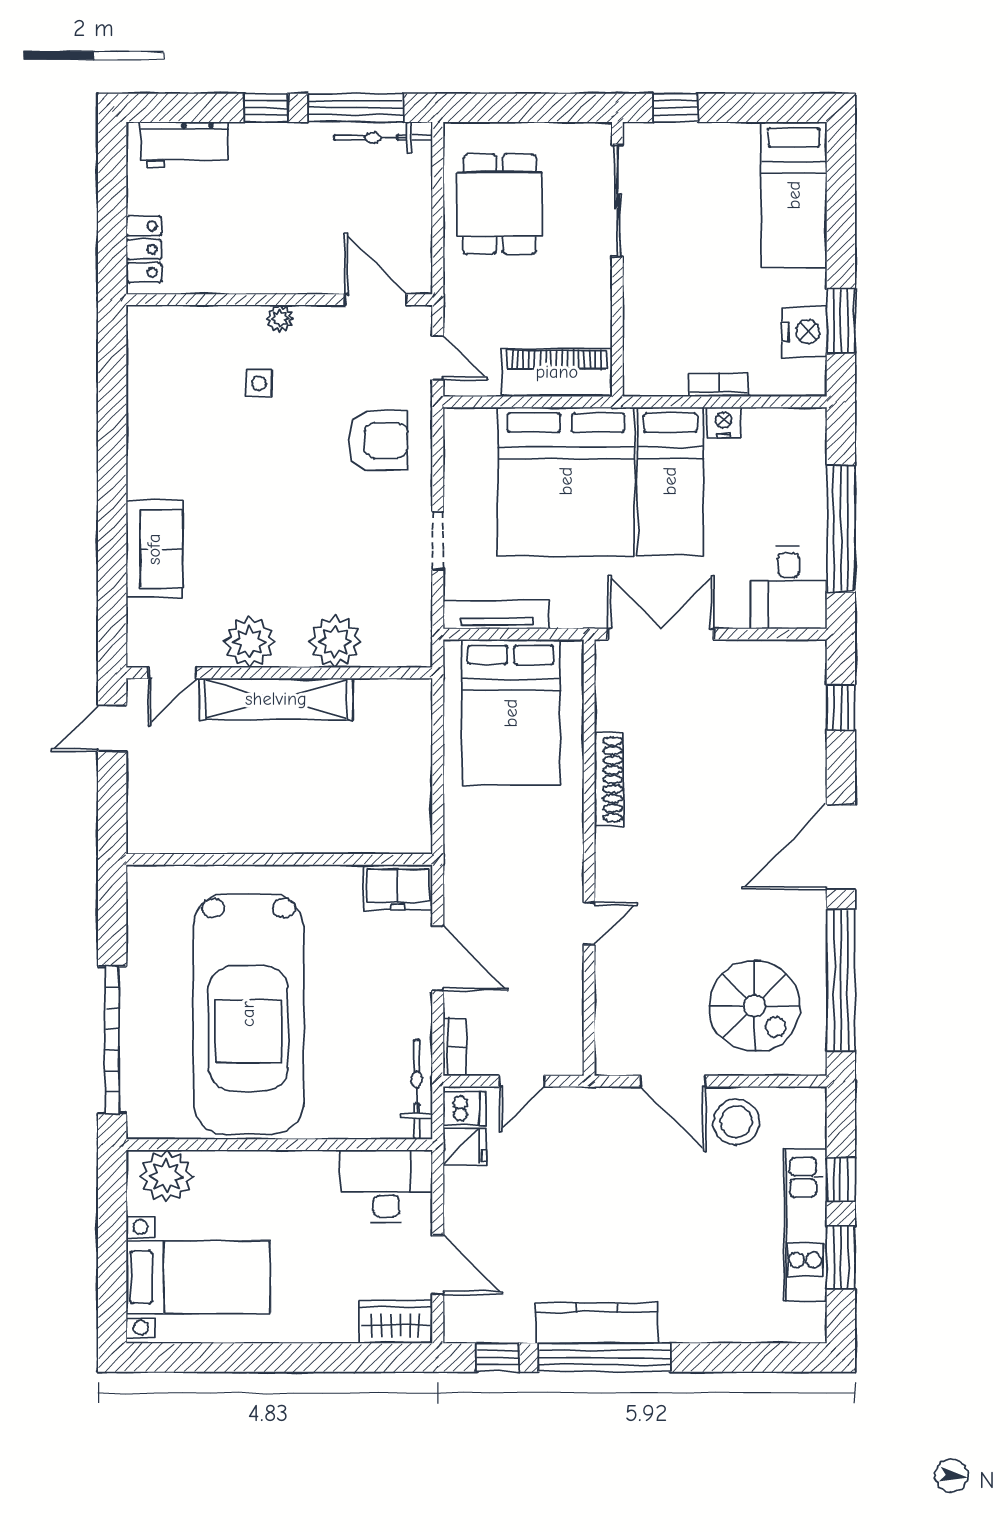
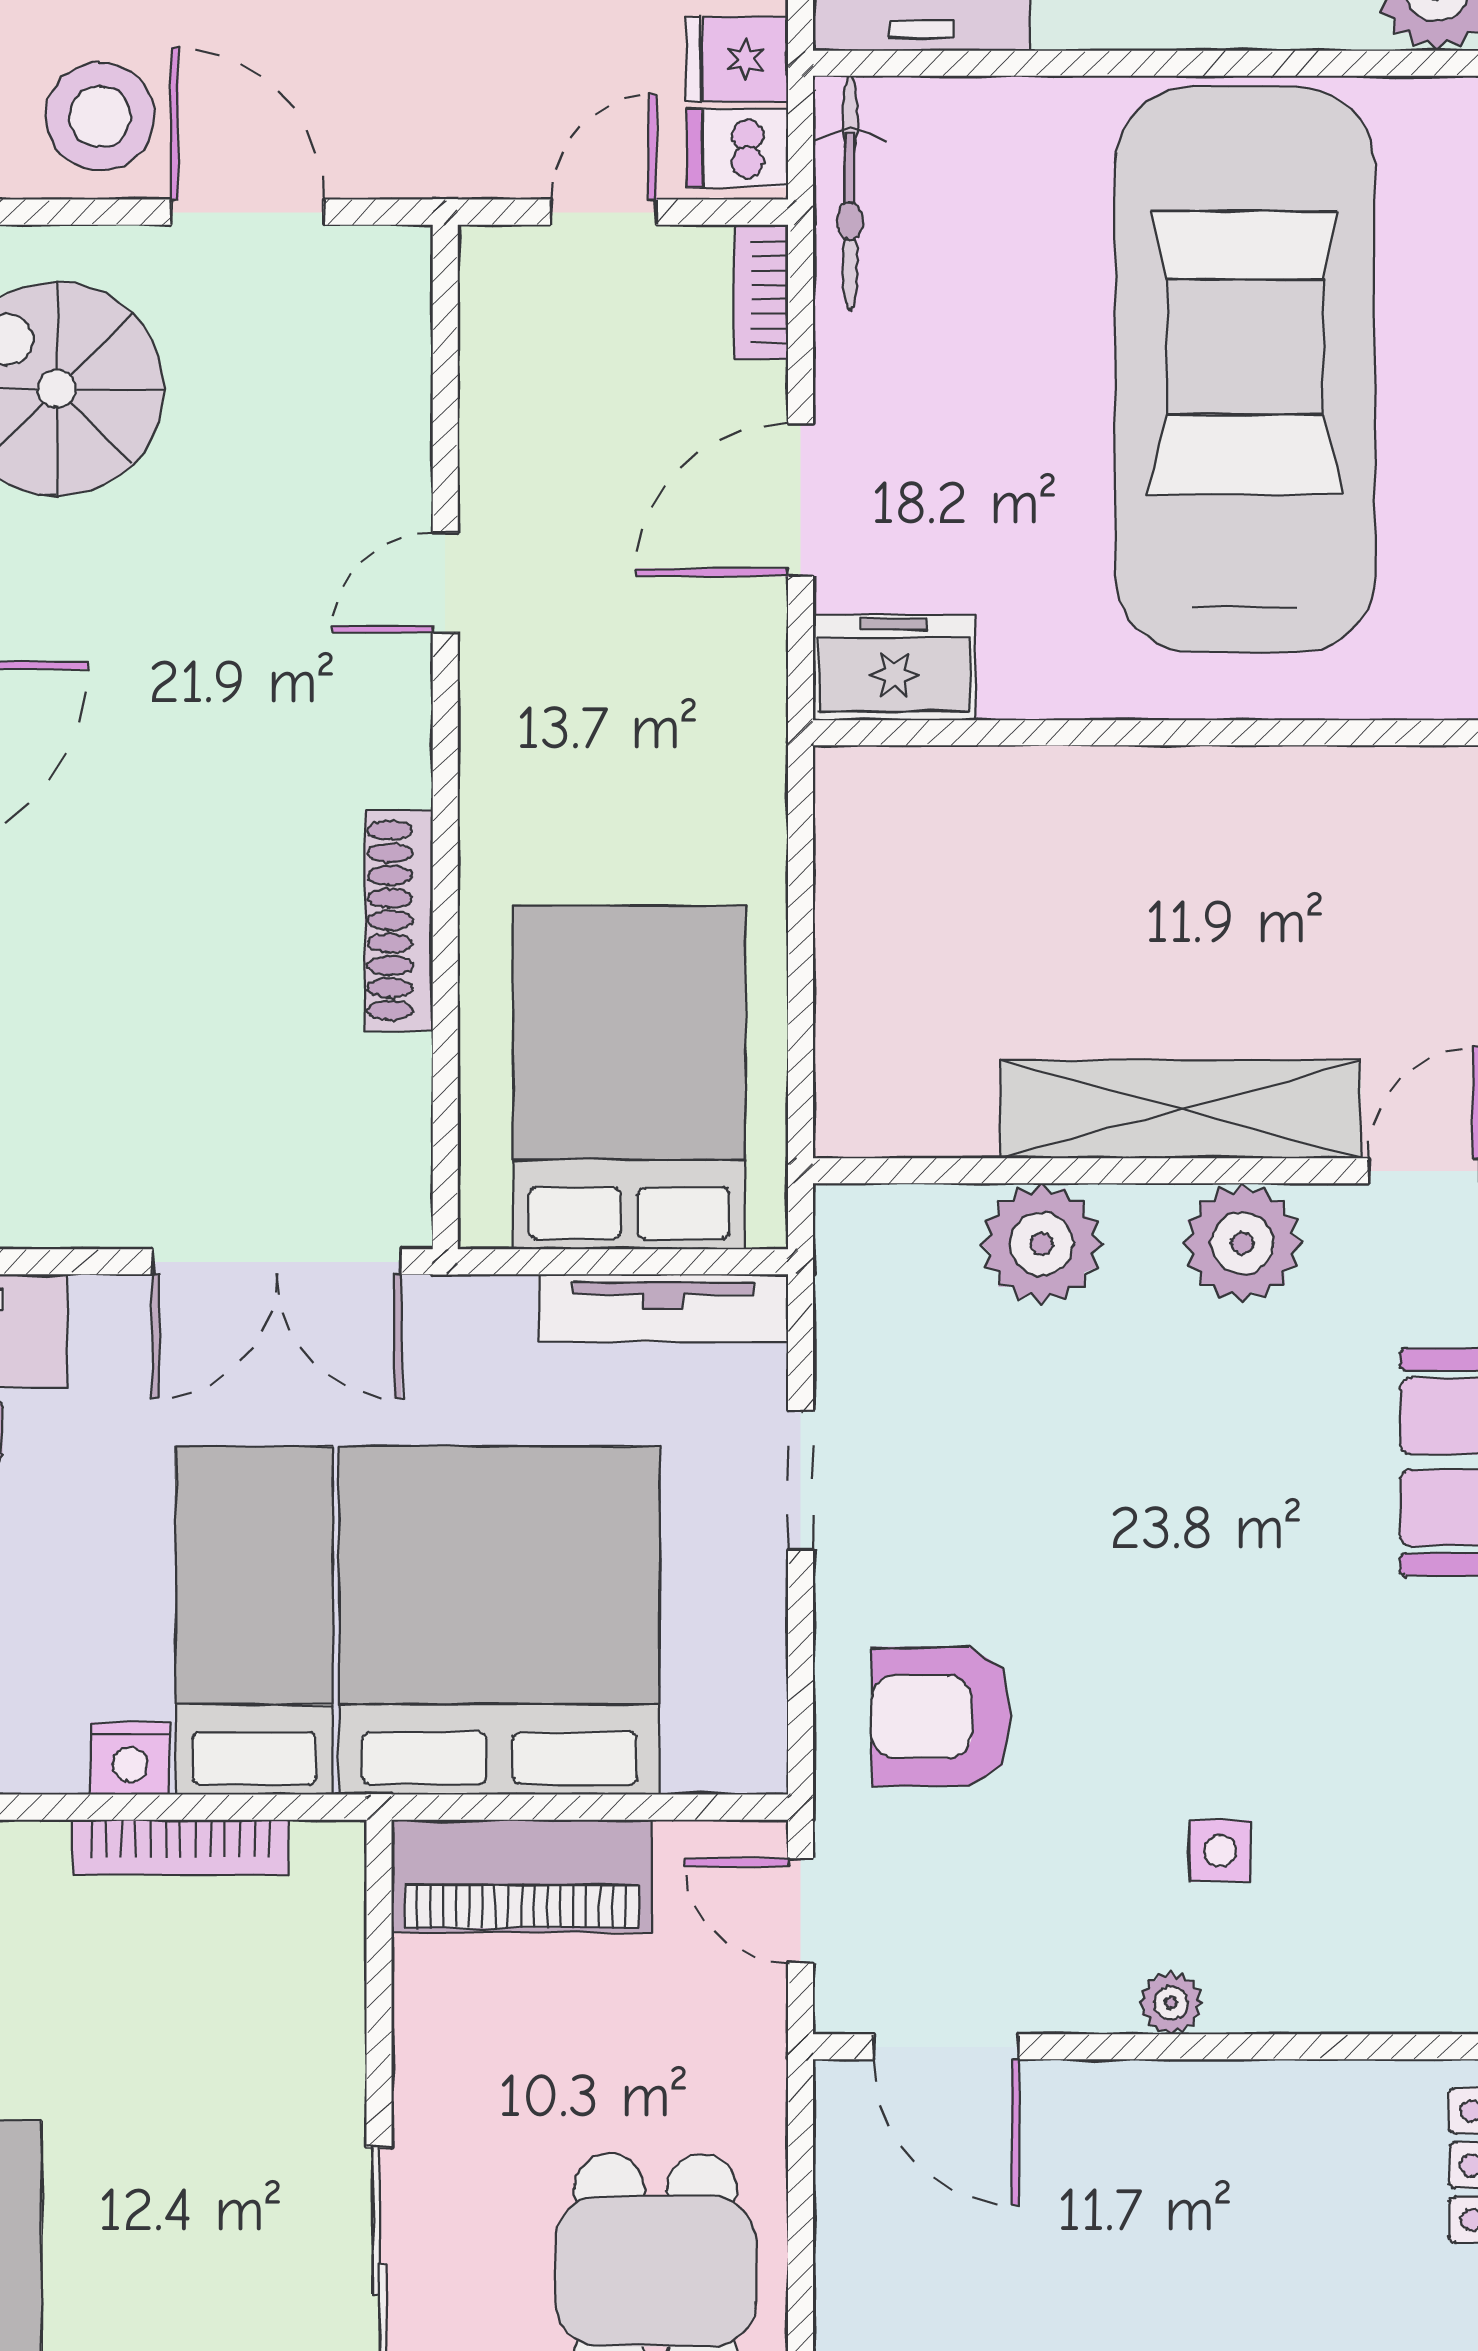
bookcase: (718, 385) -> (181, 1847), width x1.56
door: (438, 959) -> (801, 500), hinge flipped

